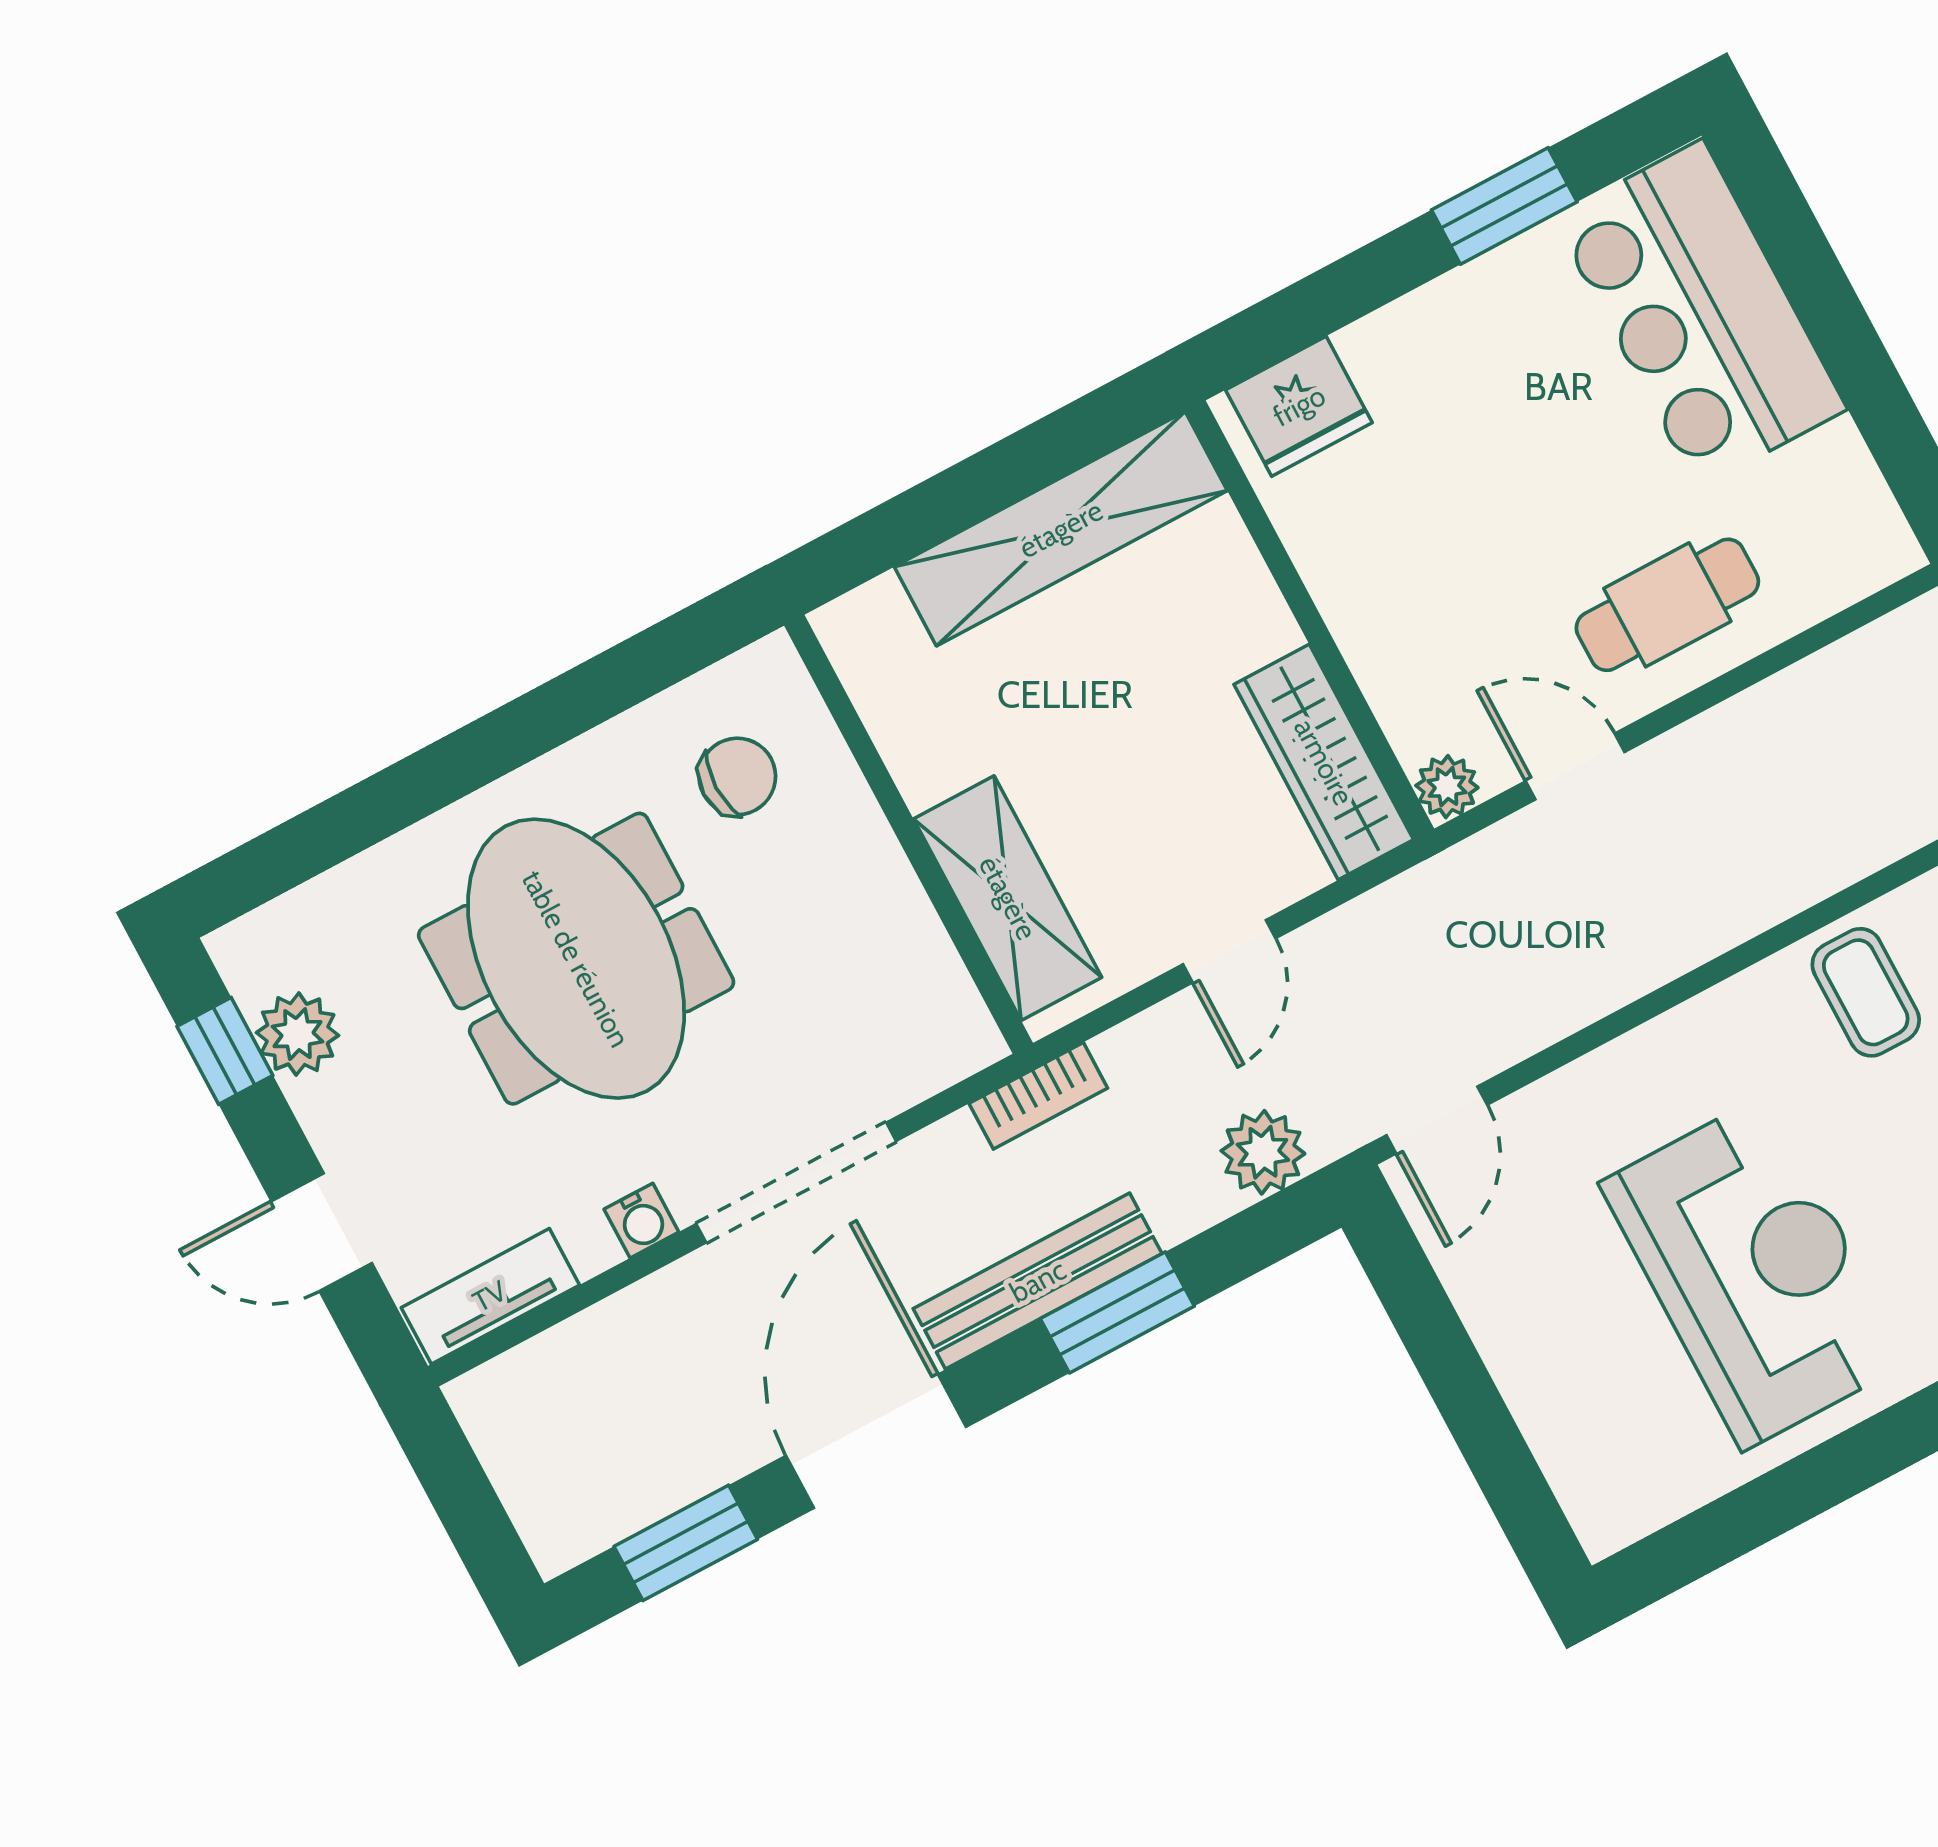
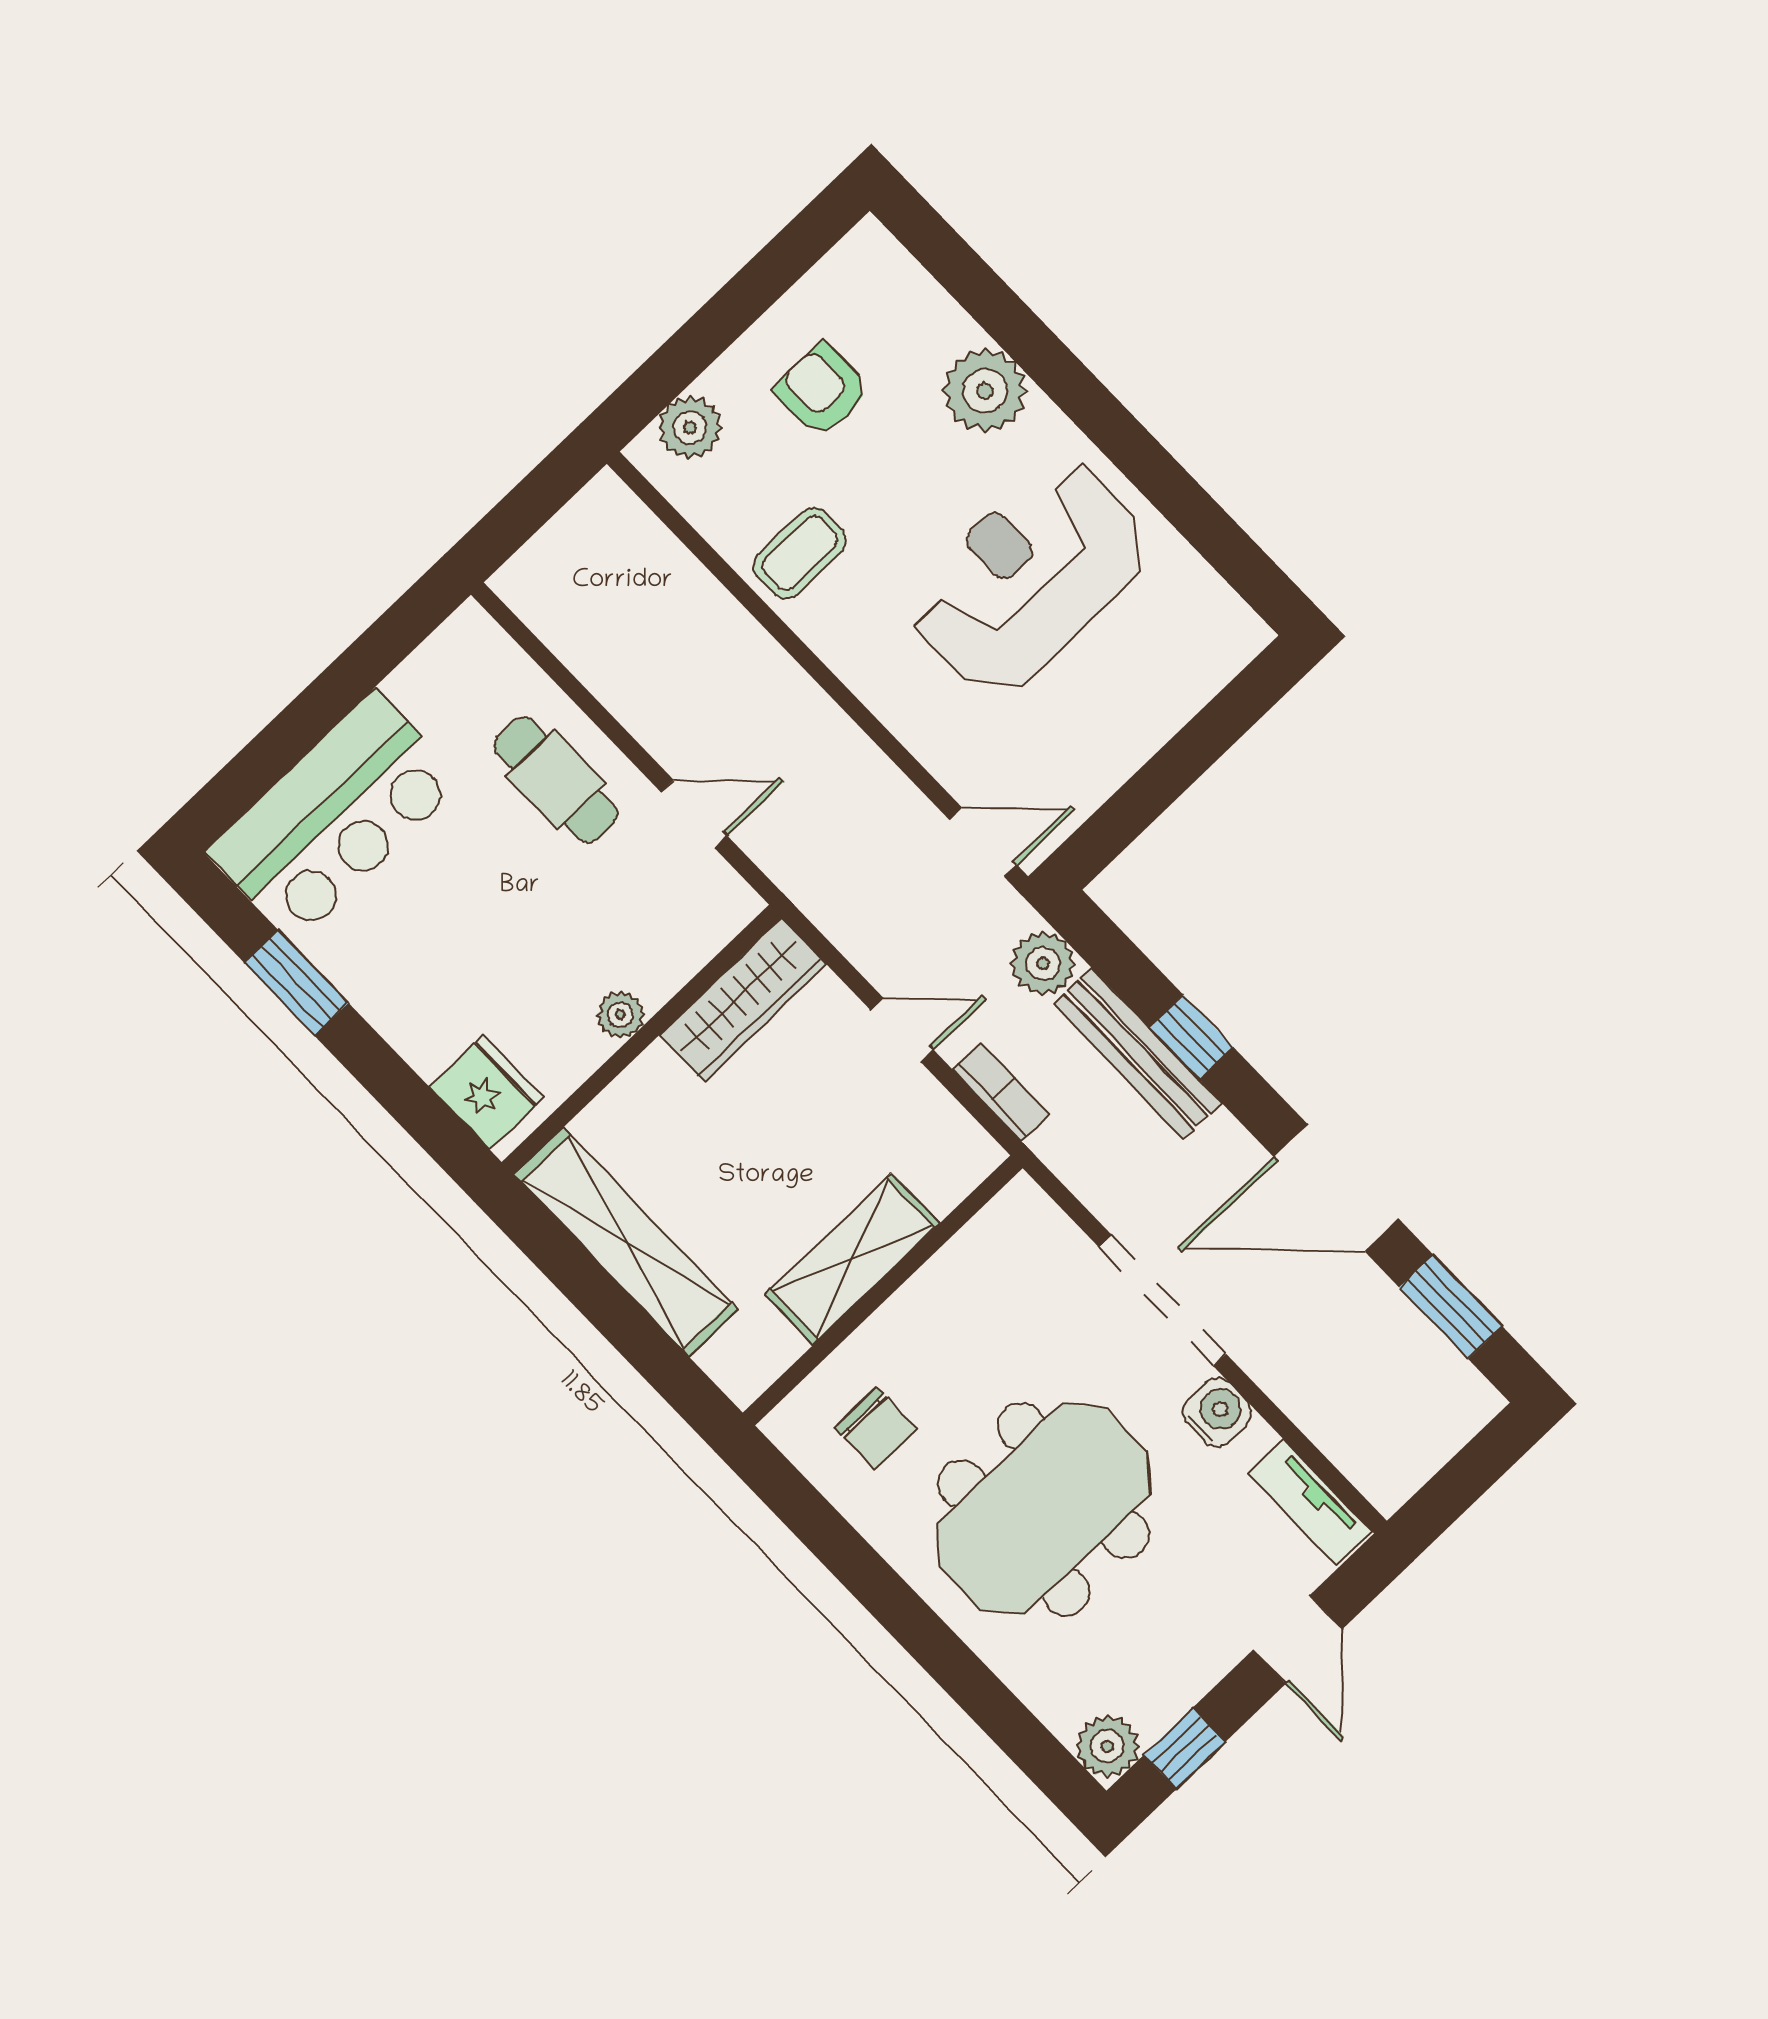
door: (1575, 767) -> (694, 814), swing flipped
chair: (737, 776) -> (876, 1428), turned 180
plant: (1447, 787) -> (620, 1015), moved
shelving: (1008, 898) -> (852, 1259), moved
plant: (297, 1034) -> (1107, 1746), moved
bookcase: (1038, 1096) -> (1001, 1092), moved
water cooler: (641, 1221) -> (1217, 1412), width x1.38, depth x1.38
bench: (1038, 1281) -> (1138, 1053), moved
window: (1117, 1312) -> (1191, 1037), width x0.67

